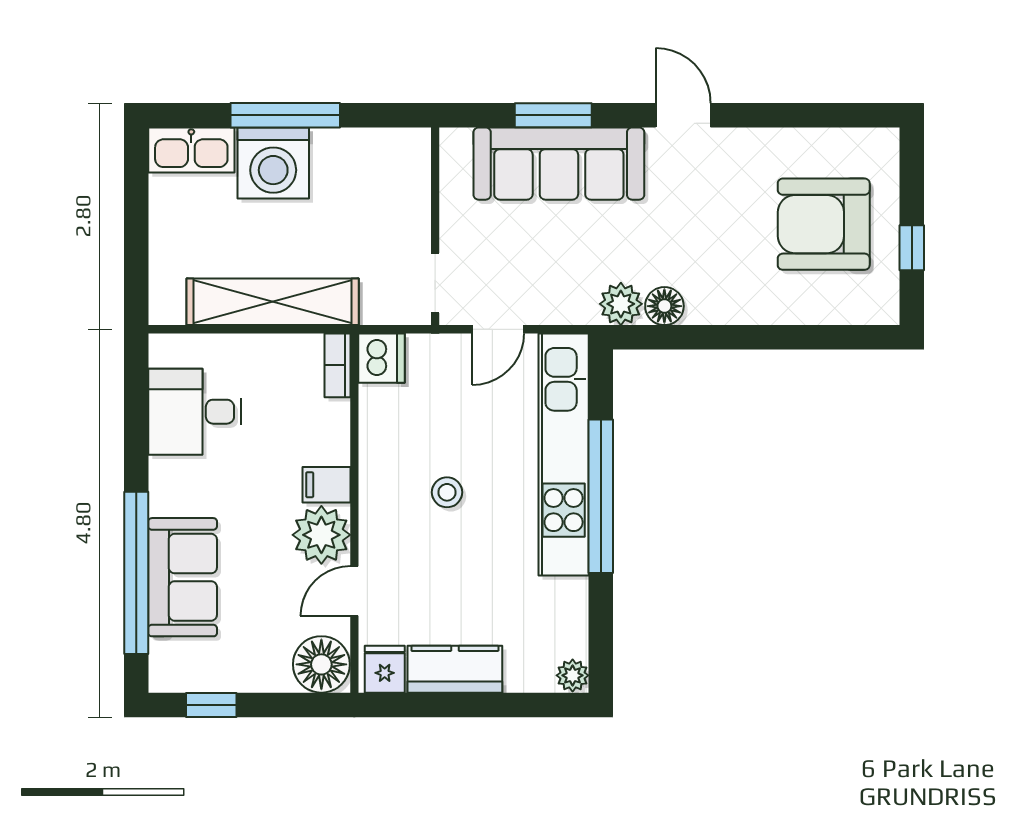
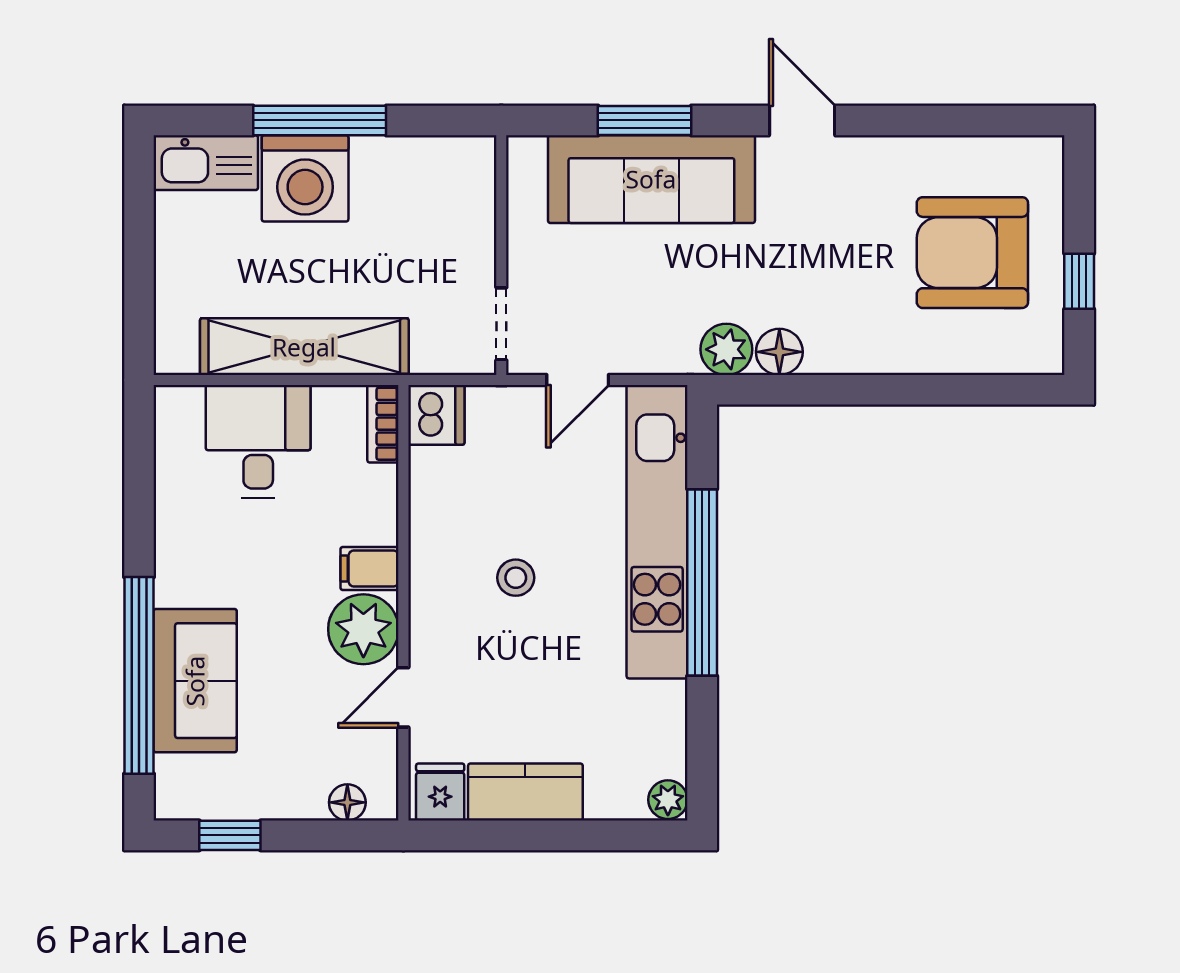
desk: (195, 412) -> (258, 441), moved, turned 90
floor lamp: (321, 664) -> (347, 802), width x0.53, depth x0.53

